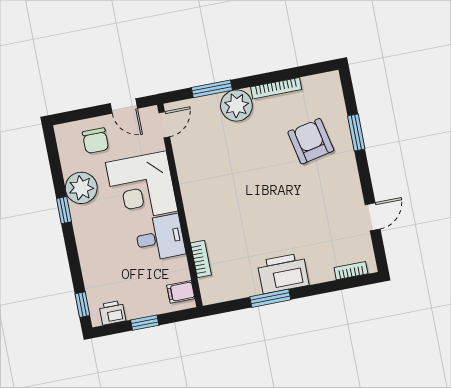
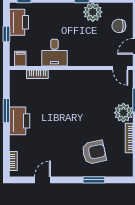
corner desk: (142, 187) -> (87, 48), removed
door: (373, 217) -> (43, 180), swing flipped
printer: (112, 313) -> (19, 22), width x1.87, depth x1.48

